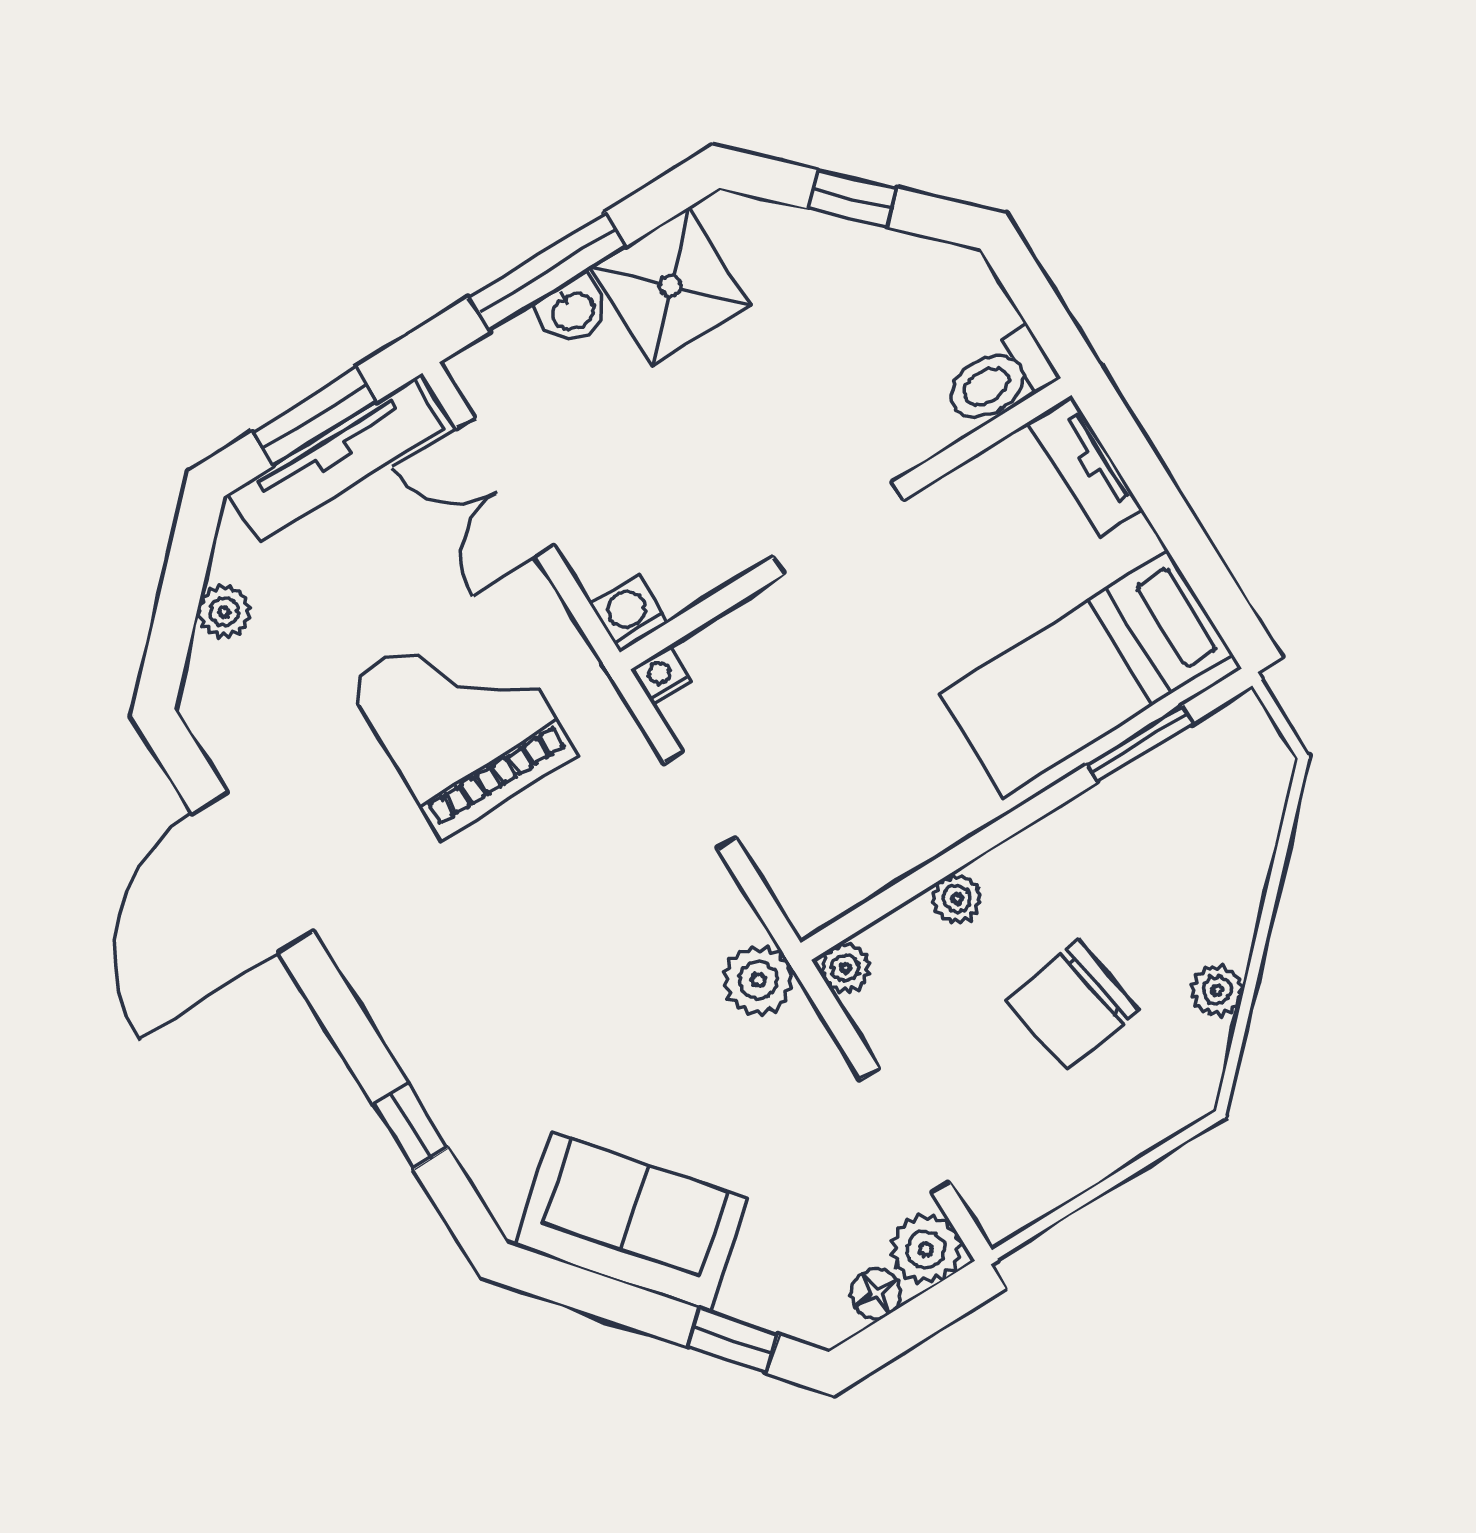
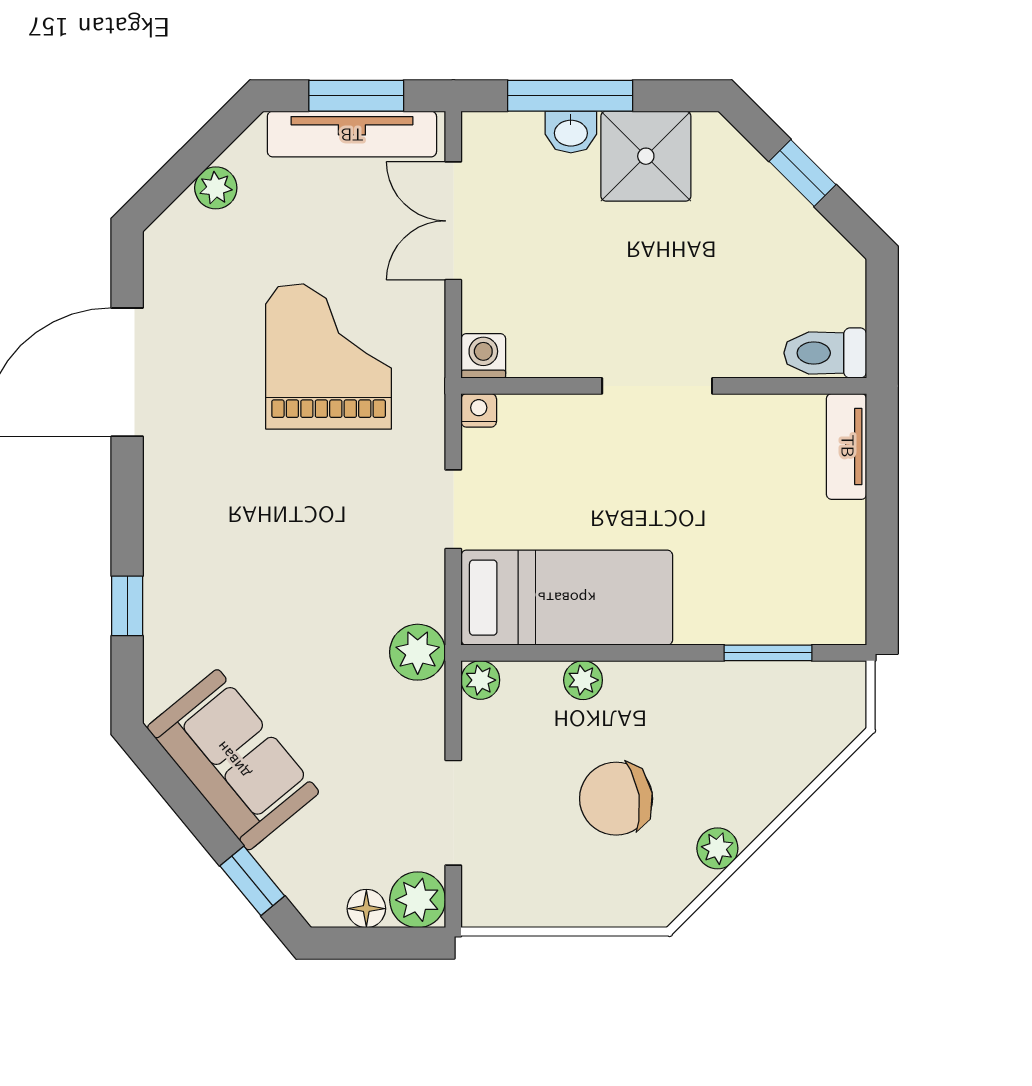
bed: (1086, 674) -> (567, 598), moved, turned 180

